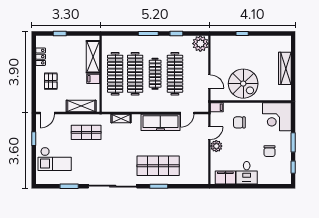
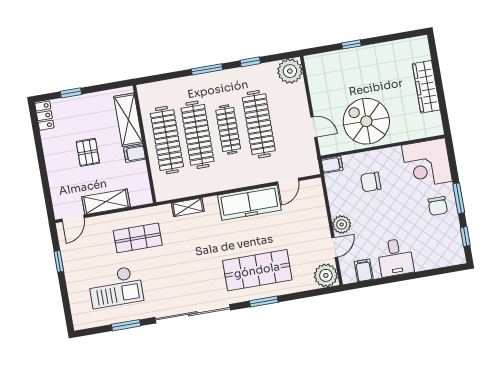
locker: (41, 57) -> (44, 116), moved
pallet: (51, 81) -> (88, 152), moved
spiral stairs: (243, 84) -> (366, 121), turned 180
shelving: (81, 106) -> (106, 202), moved
door: (209, 133) -> (335, 247), moved
chair: (270, 151) -> (438, 206), moved
checkout: (55, 159) -> (116, 287), moved
plant: (201, 177) -> (326, 275), added
filing cabinet: (225, 177) -> (364, 270), width x0.50

